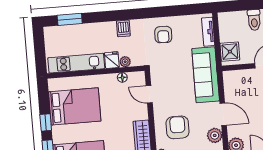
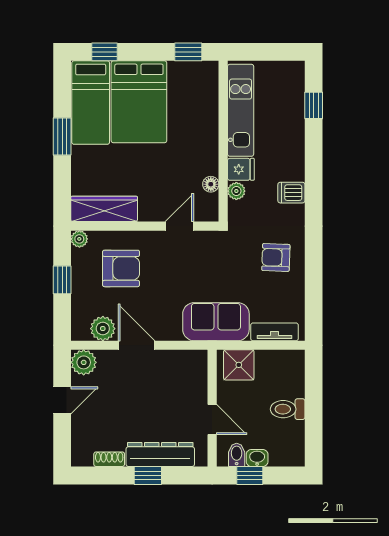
window: (70, 19) -> (314, 105), width x0.67
sofa: (206, 75) -> (216, 322), width x0.73
bed: (75, 106) -> (139, 102), moved
door: (223, 114) -> (137, 345), swing flipped
window: (46, 122) -> (188, 52), moved

